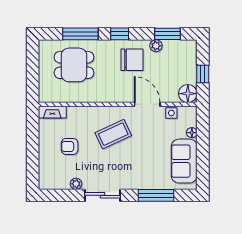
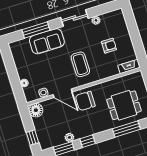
window: (120, 34) -> (88, 141), moved
chair: (132, 60) -> (85, 101), moved
window: (203, 74) -> (33, 137), moved
coffee table: (113, 134) -> (80, 64), turned -65
sofa: (184, 161) -> (47, 41), moved, turned 90

